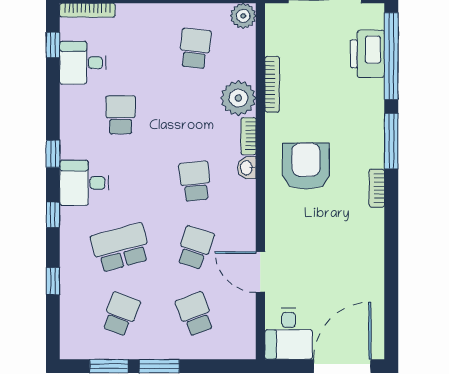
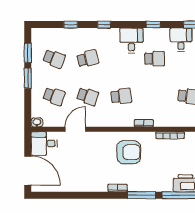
plant: (238, 98) -> (163, 118), removed
window: (53, 154) -> (153, 25), moved
washbasin: (247, 168) -> (37, 122), moved
desk: (84, 183) -> (131, 40), moved
school desk: (121, 248) -> (88, 59), width x0.54
school desk: (195, 314) -> (54, 96), turned 39

